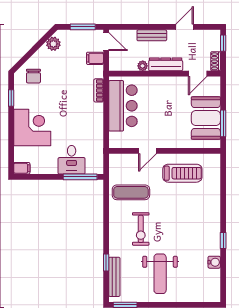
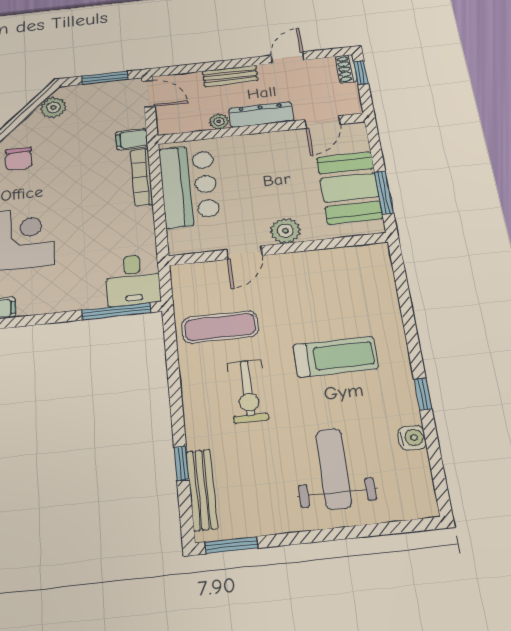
filing cabinet: (95, 58) -> (132, 139), moved
shoe rack: (216, 61) -> (346, 69), moved
bookcase: (99, 90) -> (142, 177), width x1.56
plant: (170, 140) -> (285, 231), added
desk: (72, 160) -> (133, 280), moved
treadmill: (182, 173) -> (336, 357), moved
weight bench: (160, 274) -> (334, 469), moved, turned 180

